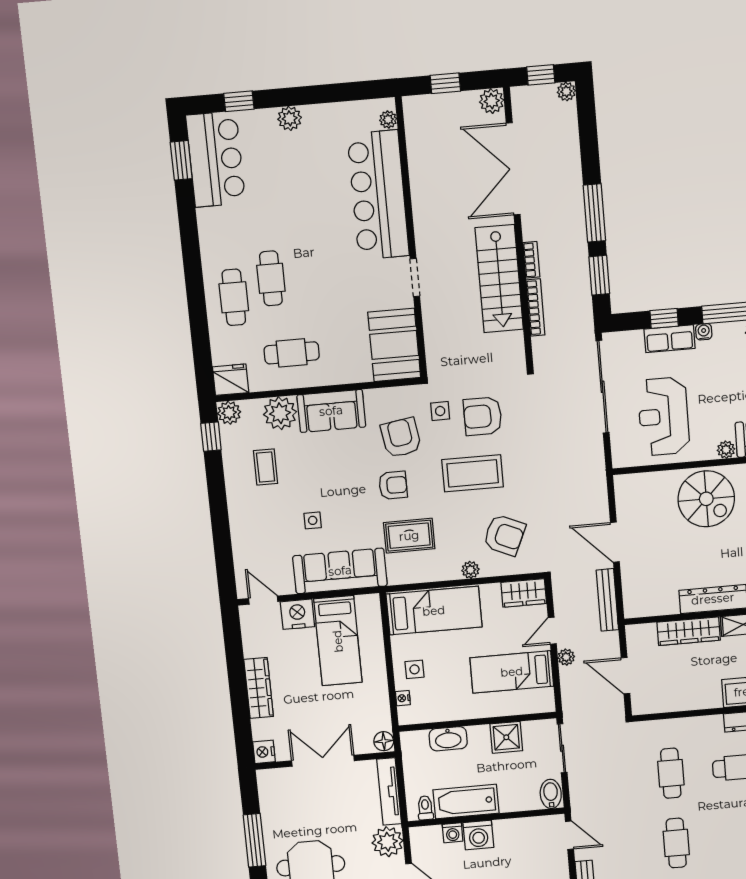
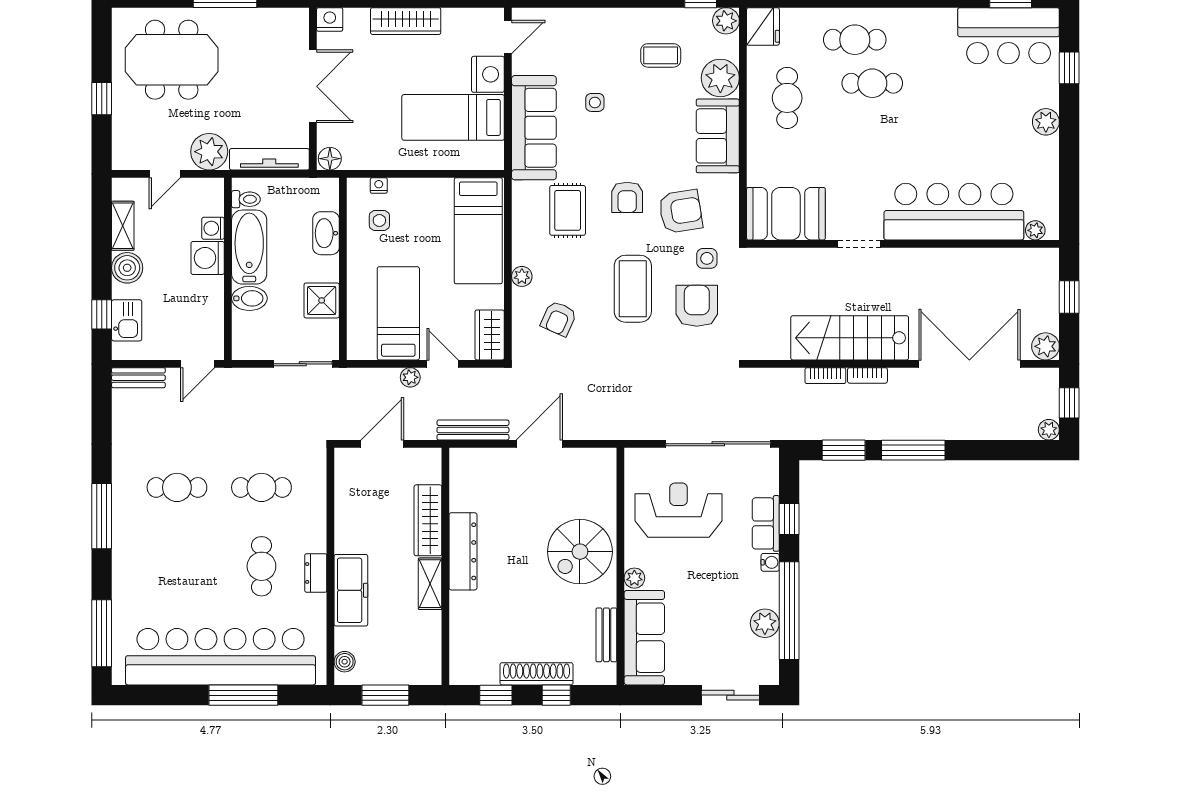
bookcase: (535, 307) -> (825, 376), width x0.64
armchair: (504, 535) -> (559, 319), width x0.72, depth x0.72
side table: (415, 669) -> (379, 220), moved
bidet: (551, 794) -> (249, 298), moved

